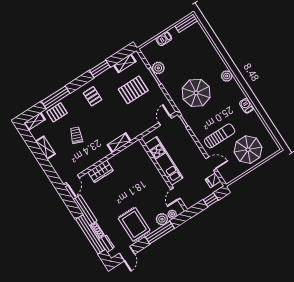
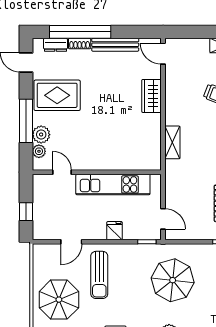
fridge: (213, 180) -> (115, 231), moved

